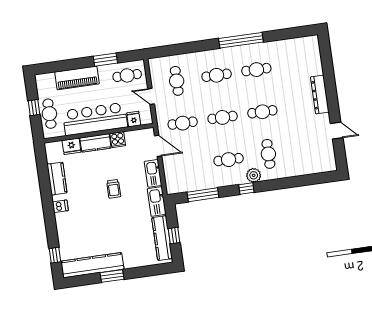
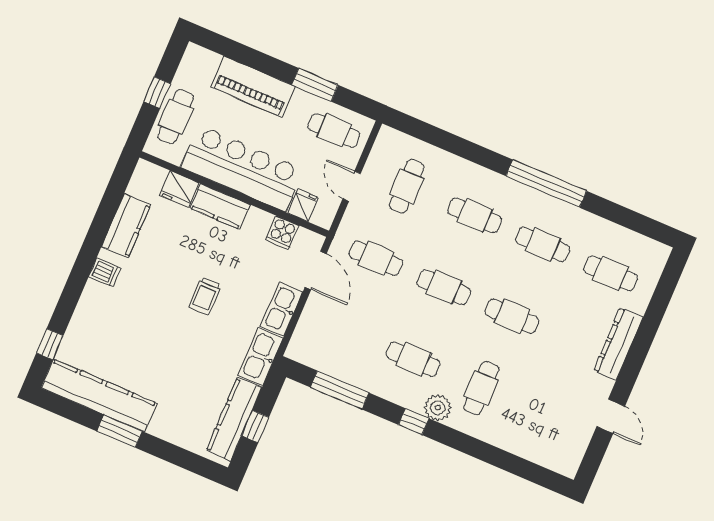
cafe table: (296, 64) -> (611, 273), added
cooker: (118, 140) -> (282, 233), moved

